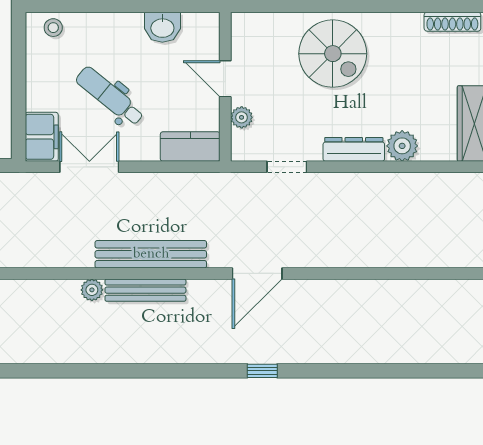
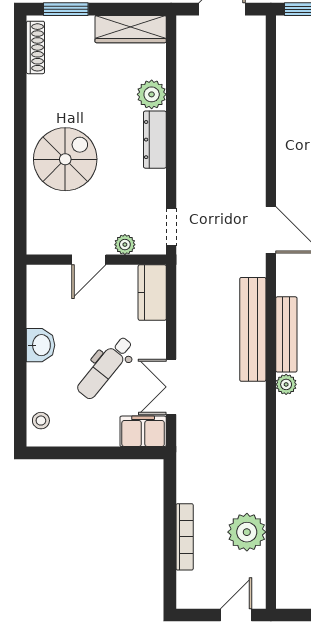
washbasin: (162, 27) -> (41, 345), moved
doorway: (287, 167) -> (171, 227), moved

